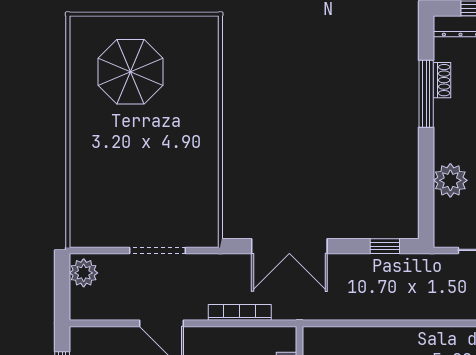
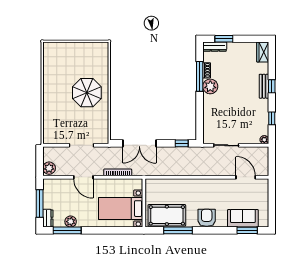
parasol: (130, 72) -> (87, 93), moved
plant: (450, 180) -> (210, 86), moved
plant: (84, 273) -> (49, 168), moved

